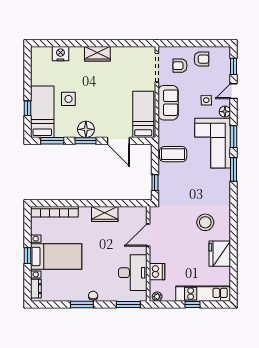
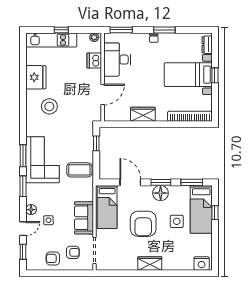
nightstand: (60, 54) -> (202, 263), moved
armchair: (105, 96) -> (143, 224), added
corner sofa: (213, 143) -> (42, 160), moved

